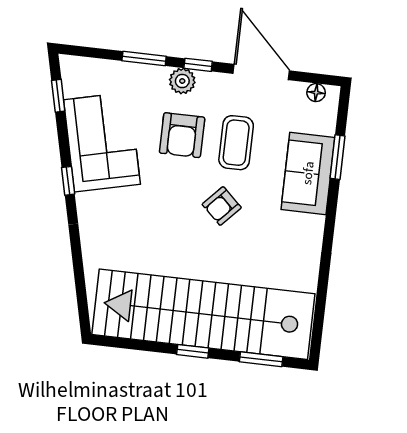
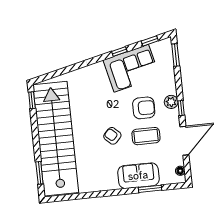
window: (144, 59) -> (176, 55), moved
armchair: (182, 135) -> (144, 108), turned 180
window: (68, 181) -> (119, 52), moved
window: (193, 351) -> (32, 100), moved

